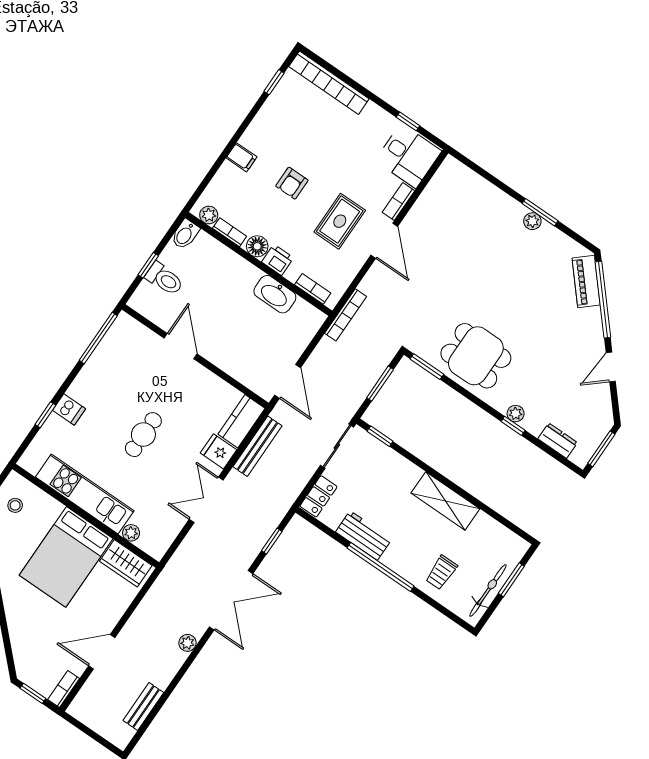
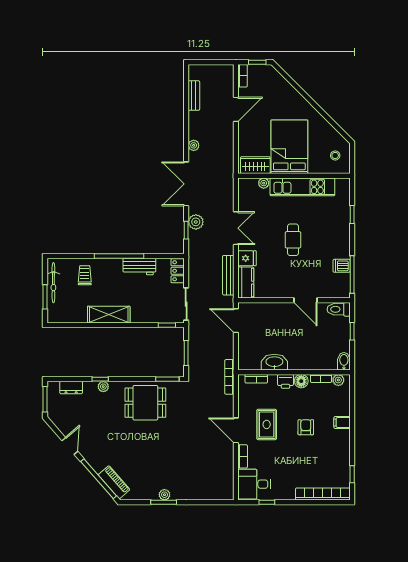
toilet: (164, 279) -> (339, 309), moved
dishwasher: (69, 409) -> (342, 266), moved
plant: (252, 543) -> (196, 222), added

